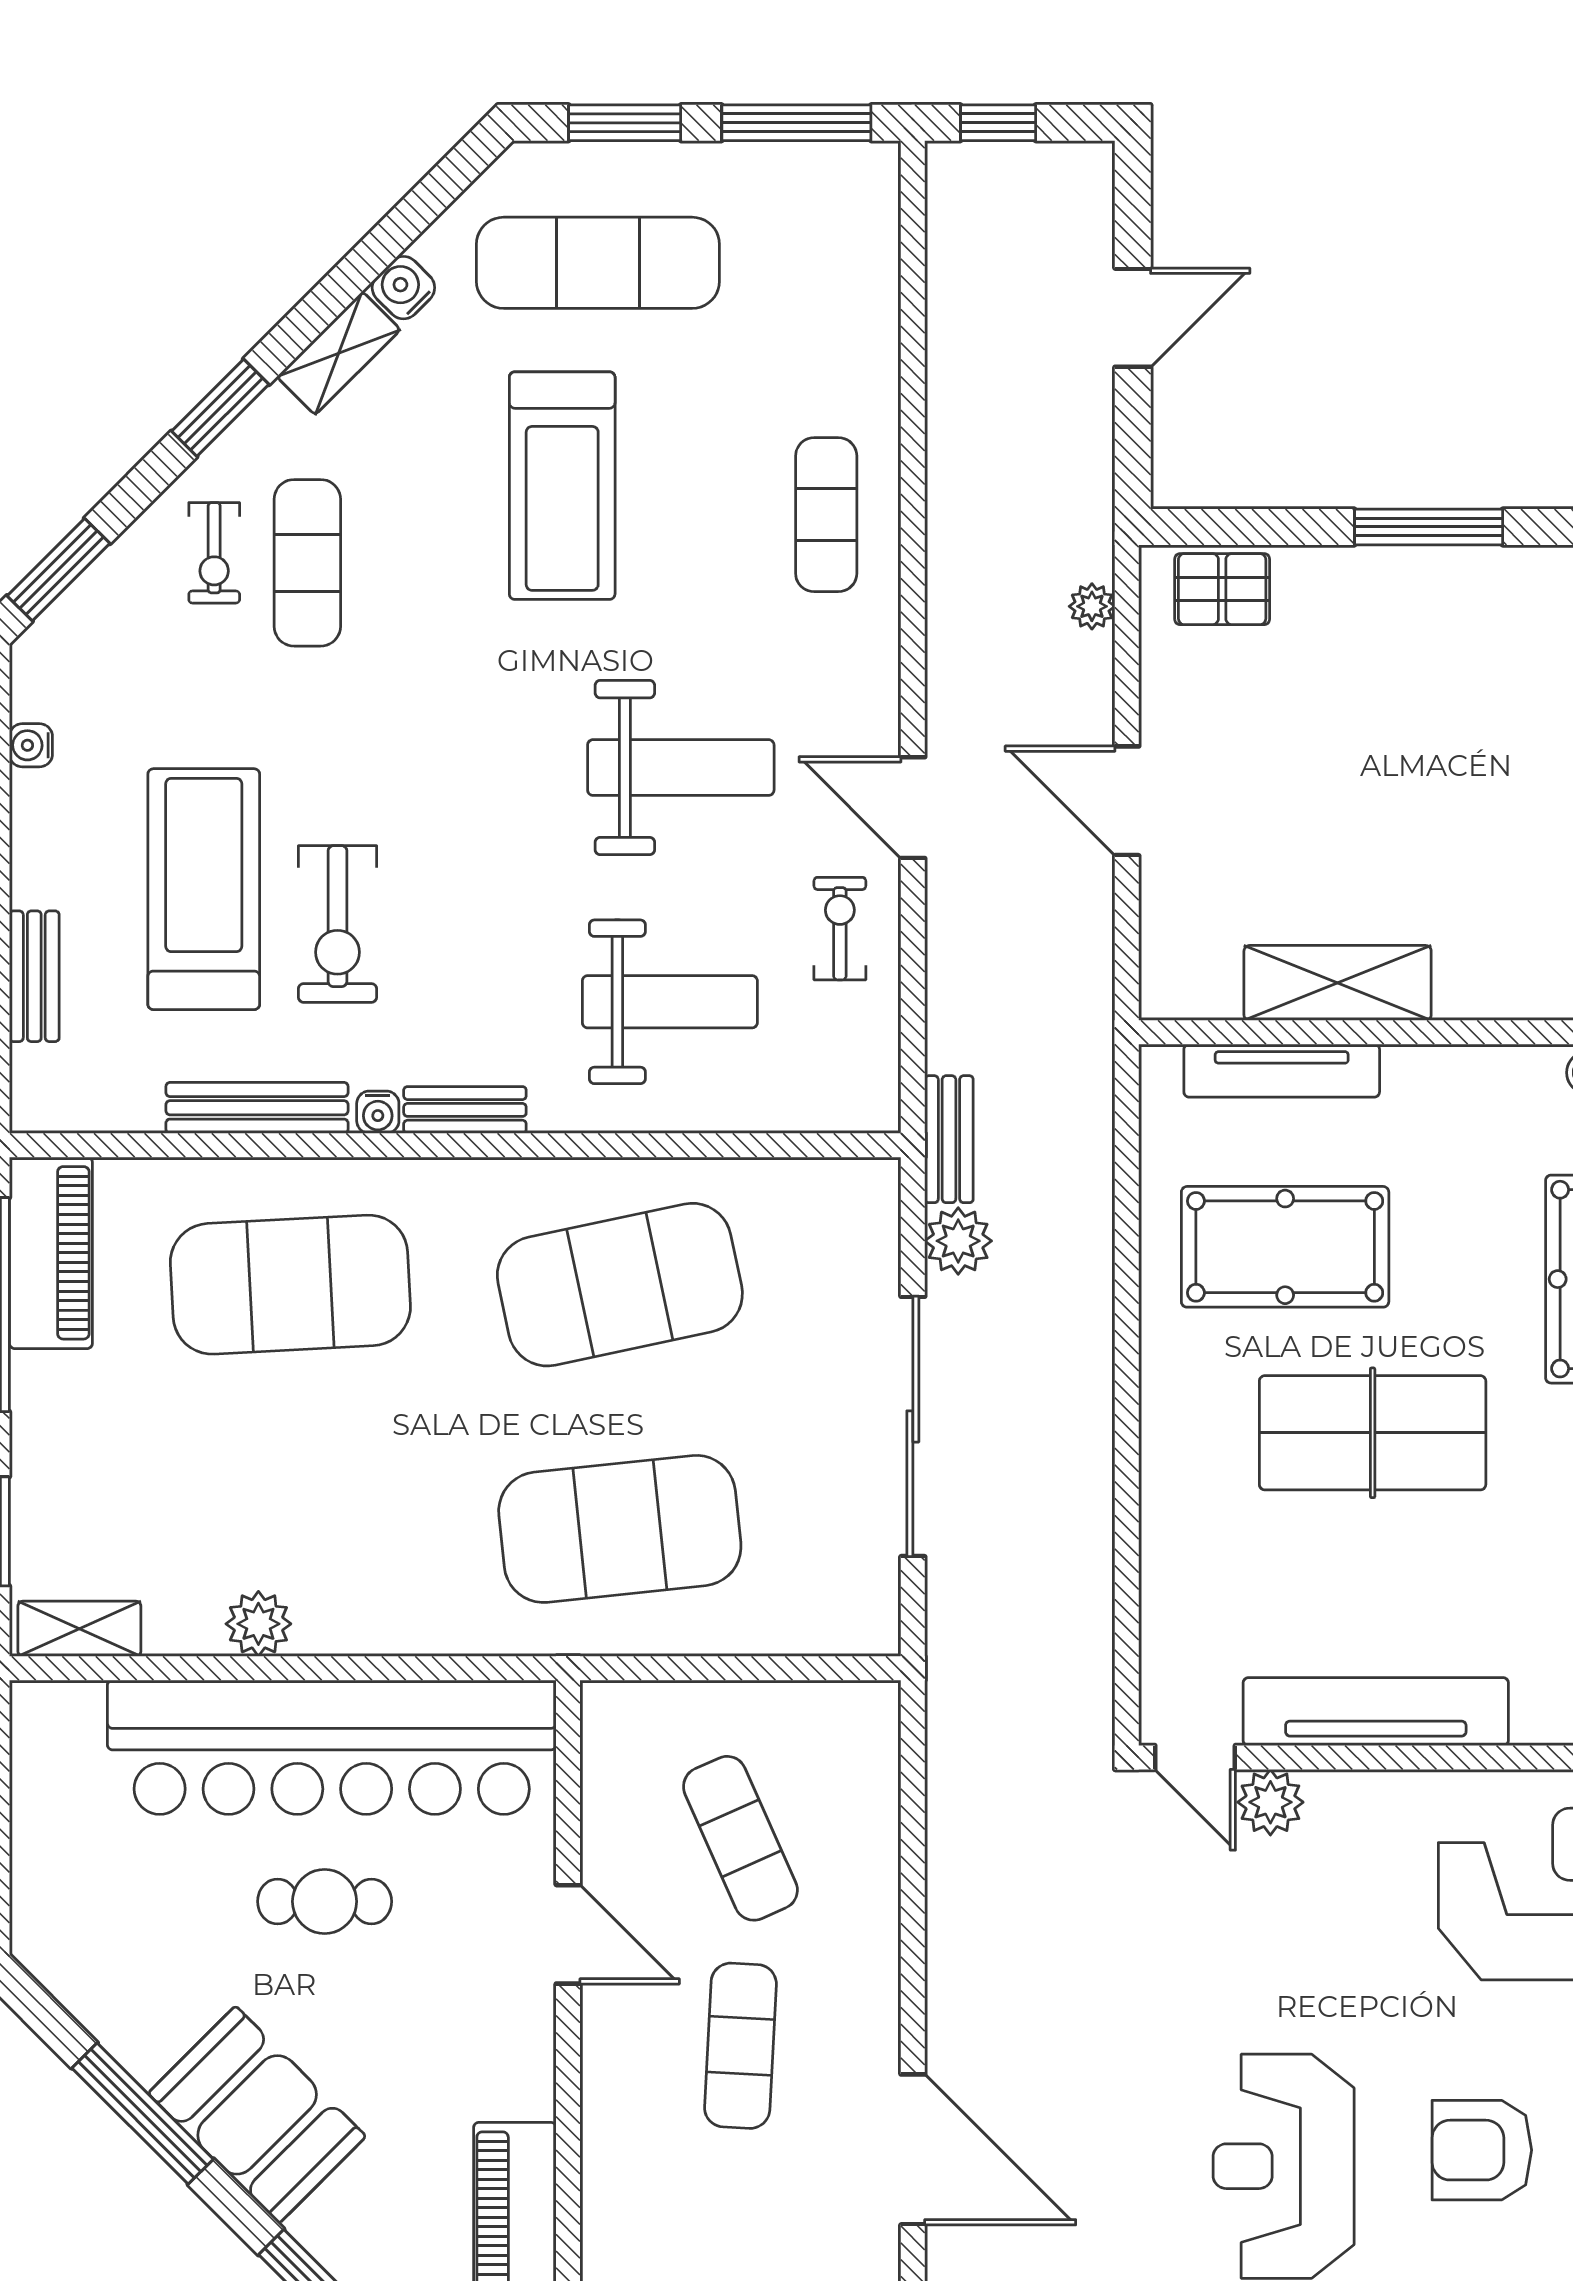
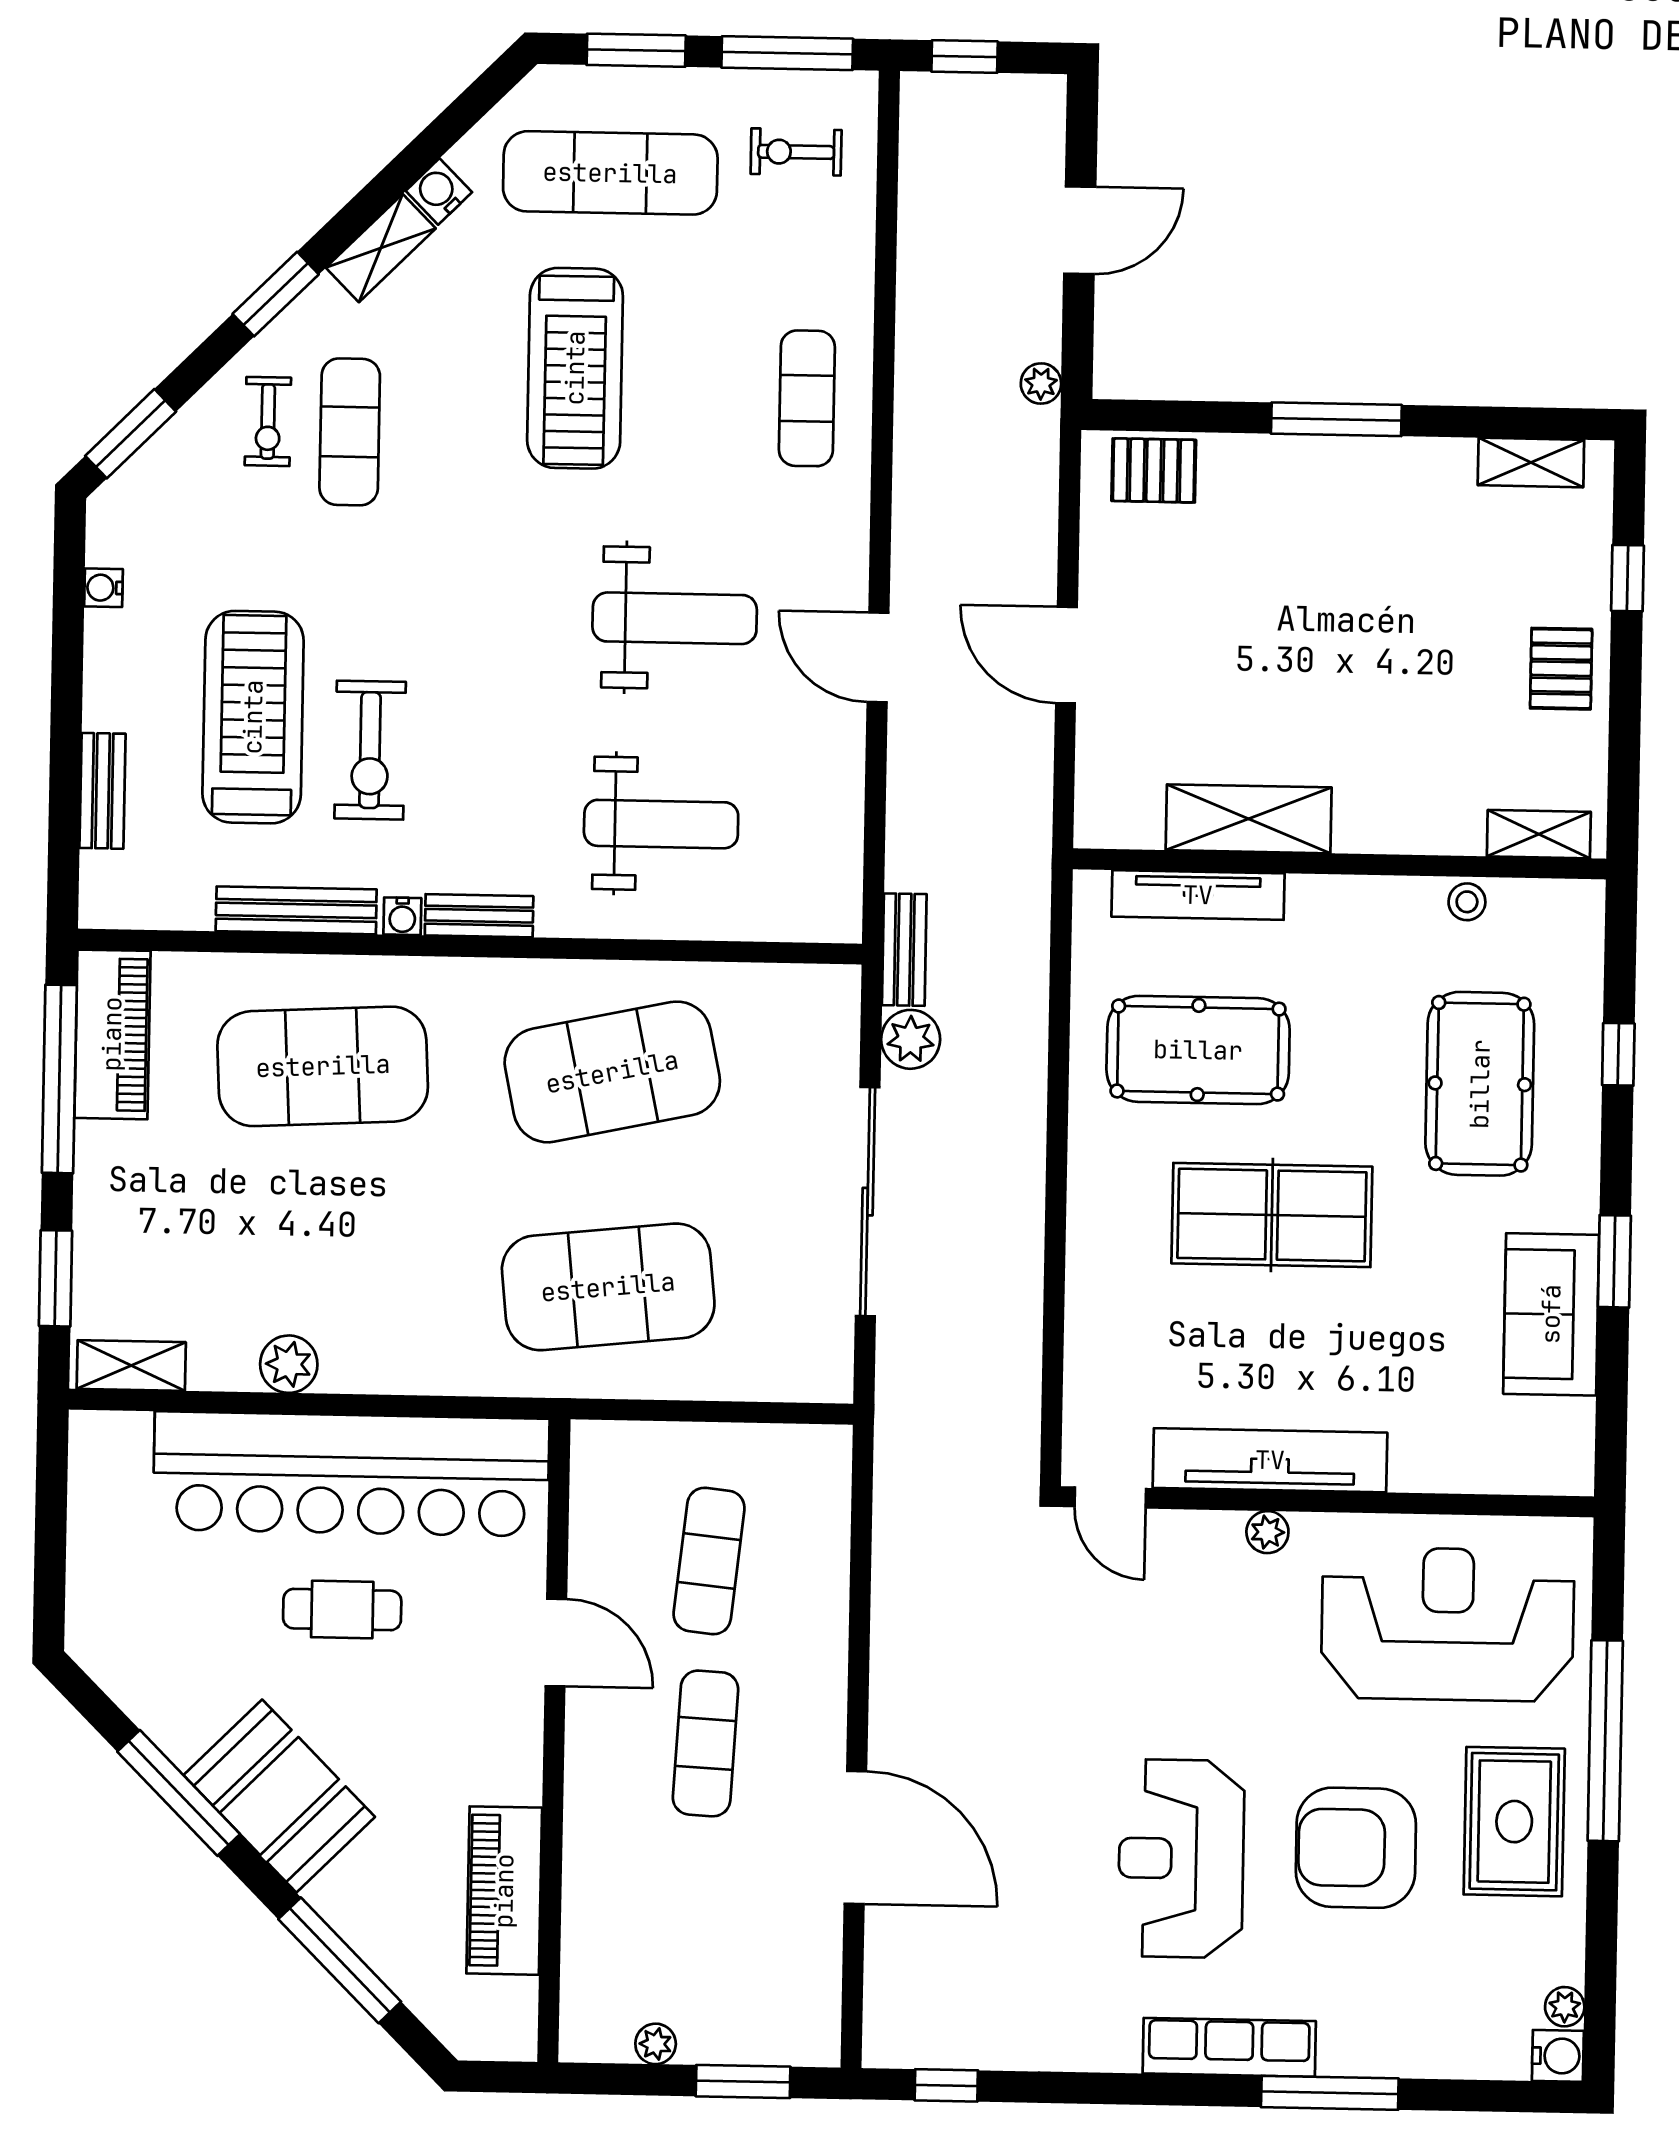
plant: (1092, 606) -> (1041, 383), moved
exercise bike: (840, 929) -> (796, 152), moved, turned -90
plant: (1270, 1802) -> (1267, 1532), moved, width x0.73, depth x0.73
exercise mat: (740, 1838) -> (709, 1561), turned 30
armchair: (1482, 2150) -> (1356, 1848), width x1.36, depth x1.36

